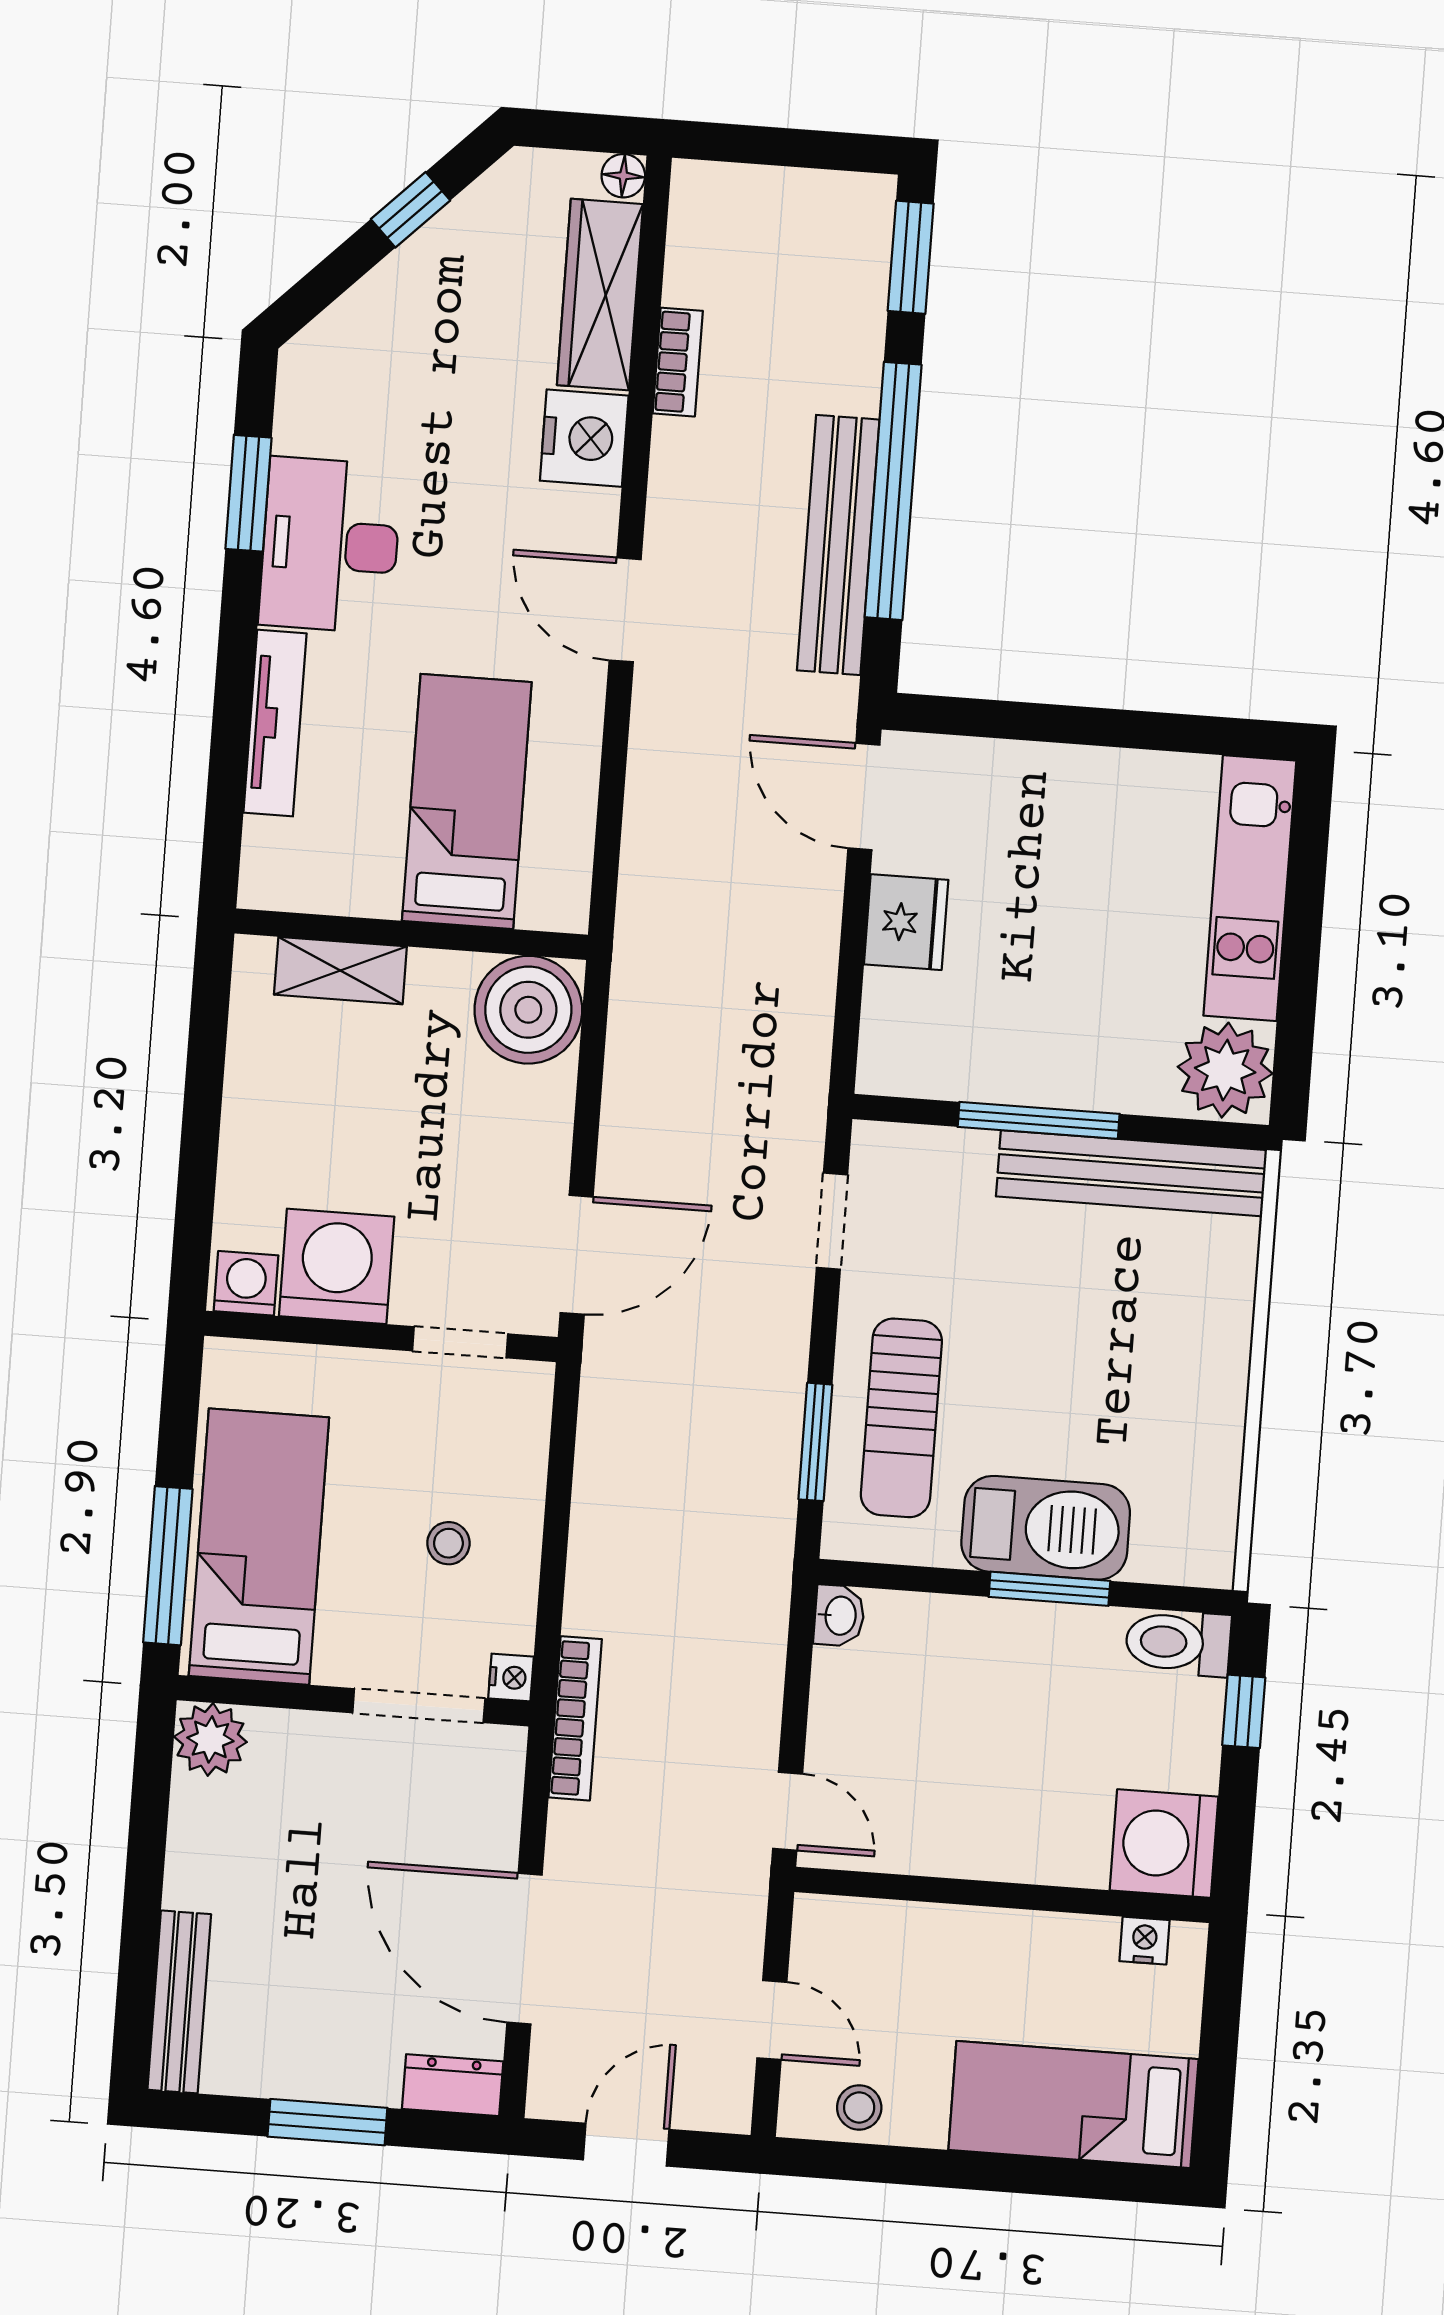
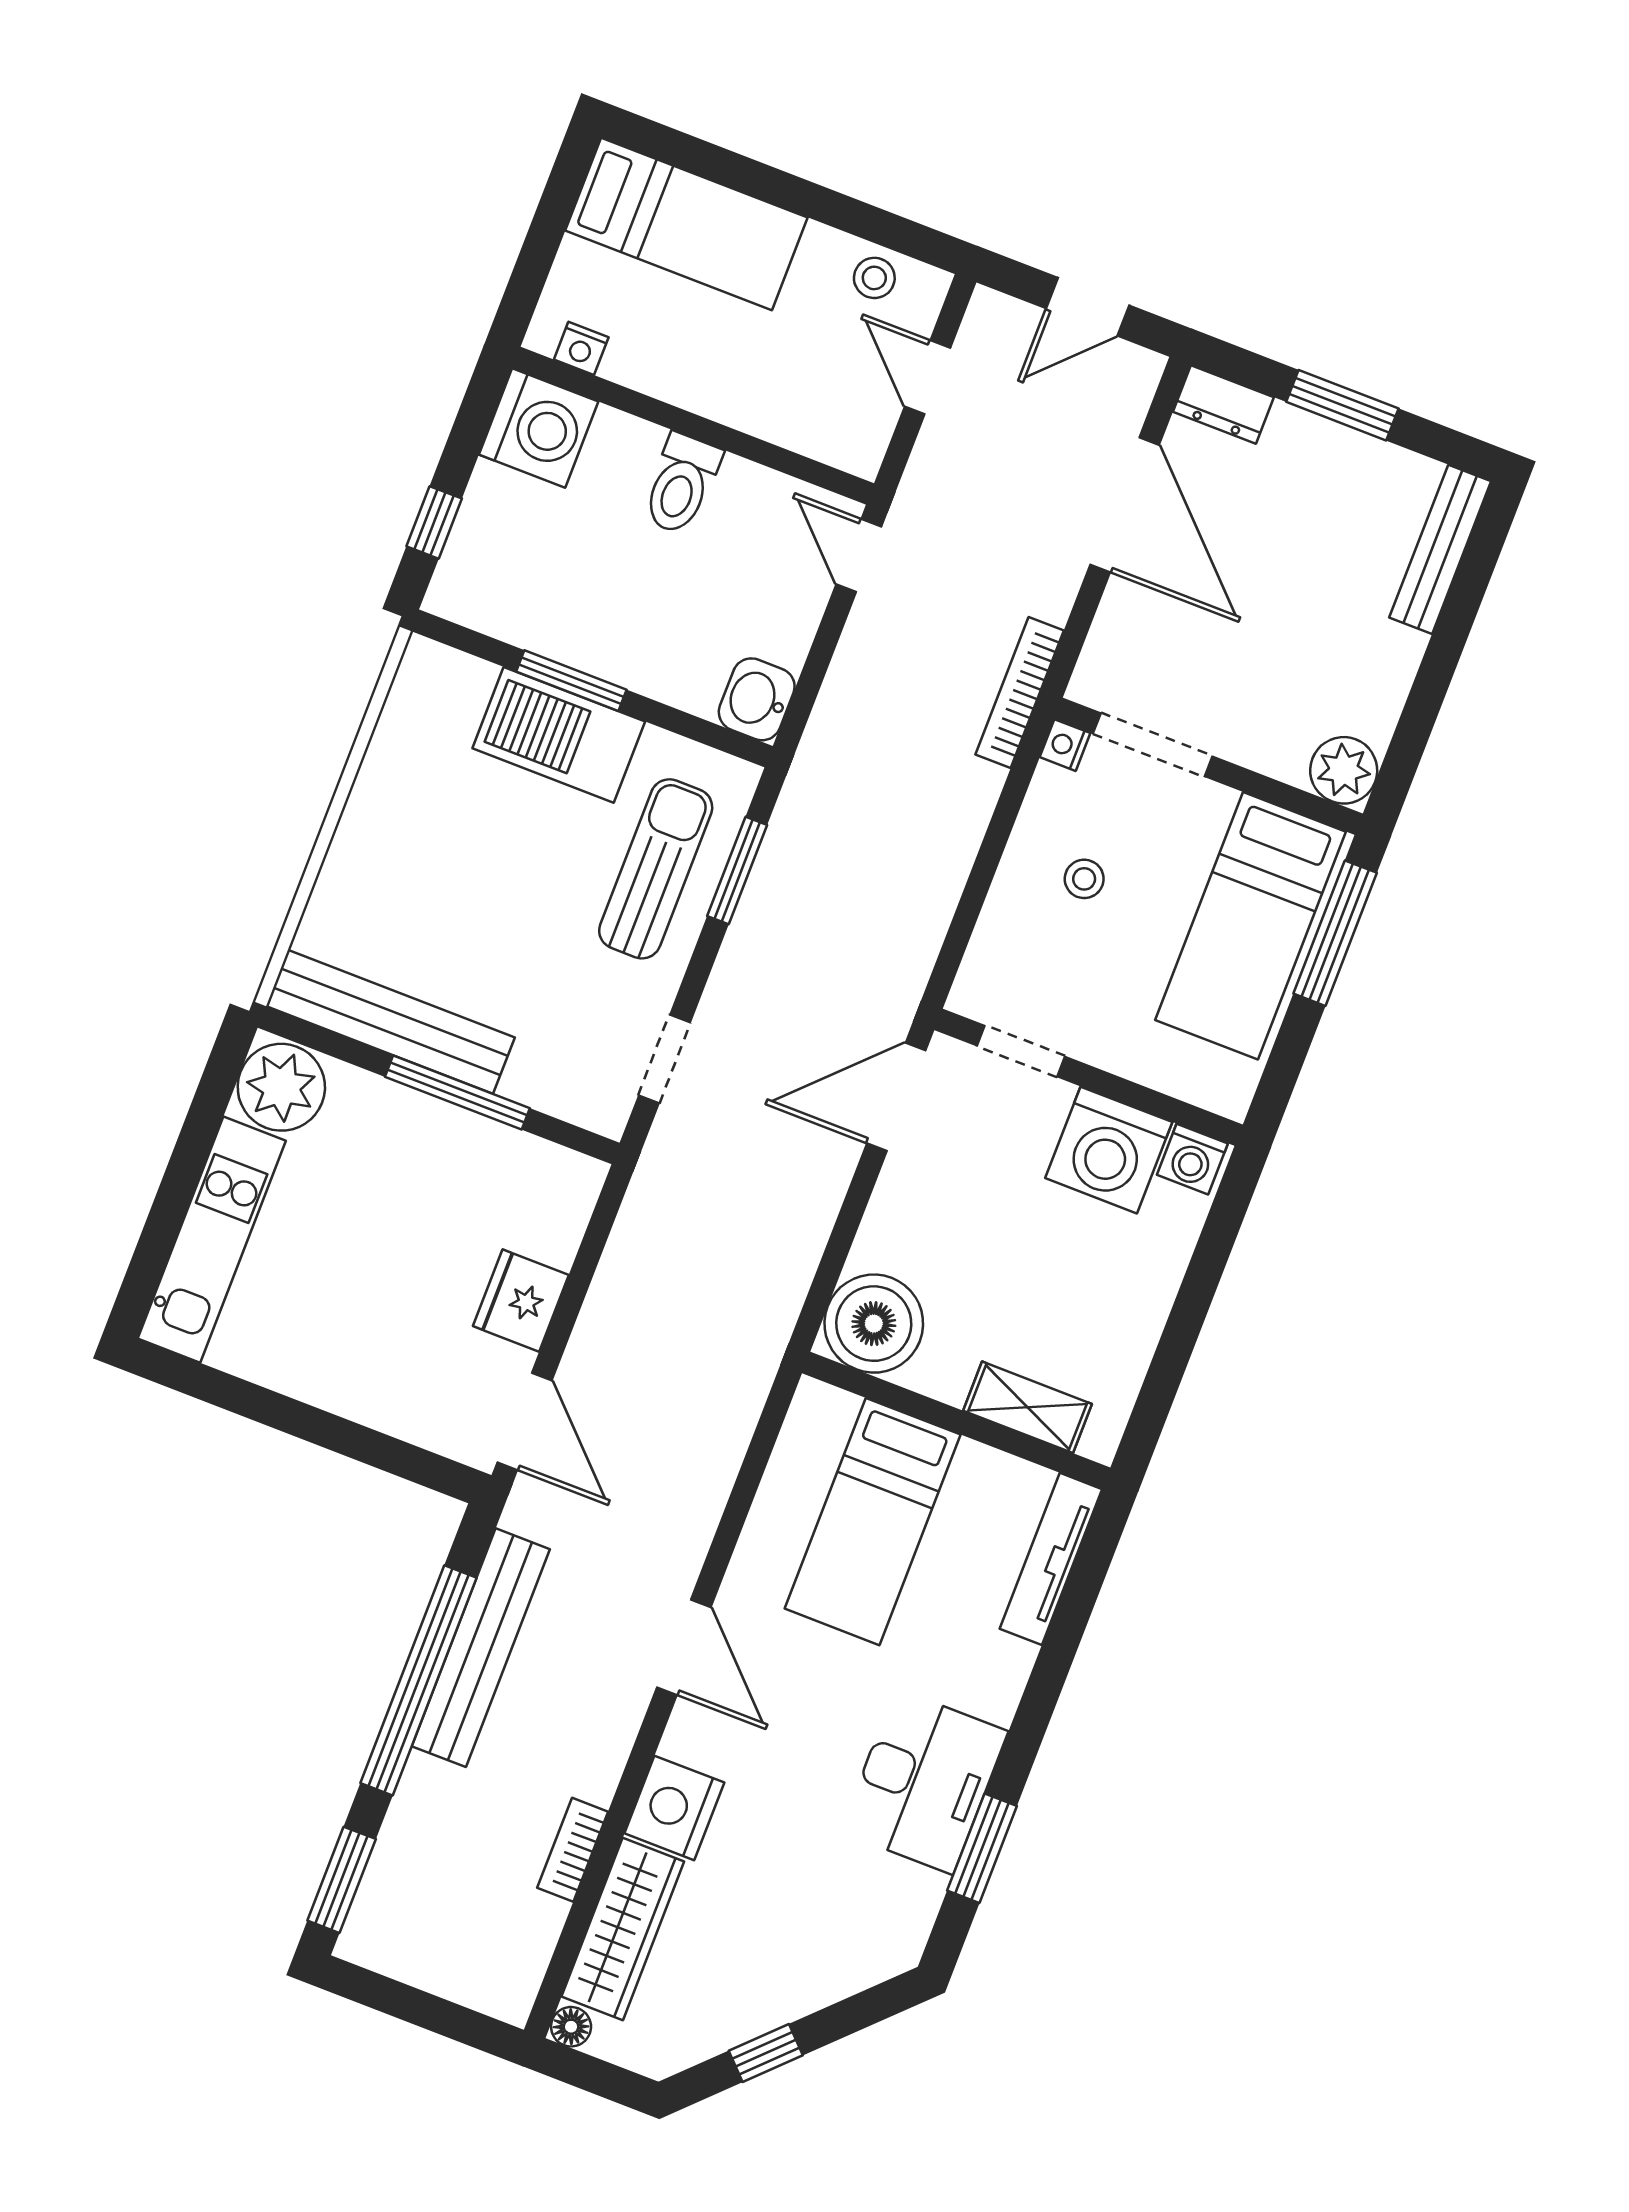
tv unit: (275, 723) -> (1051, 1559), moved
washbasin: (839, 1616) -> (757, 699), width x1.38, depth x1.45
toilet: (1178, 1643) -> (681, 484), moved, turned 90

